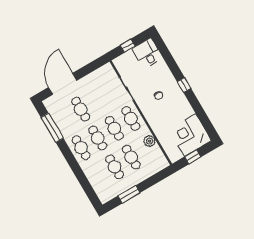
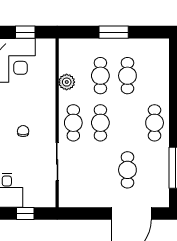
cafe table: (98, 138) -> (127, 123), removed
window: (129, 194) -> (114, 32), moved

